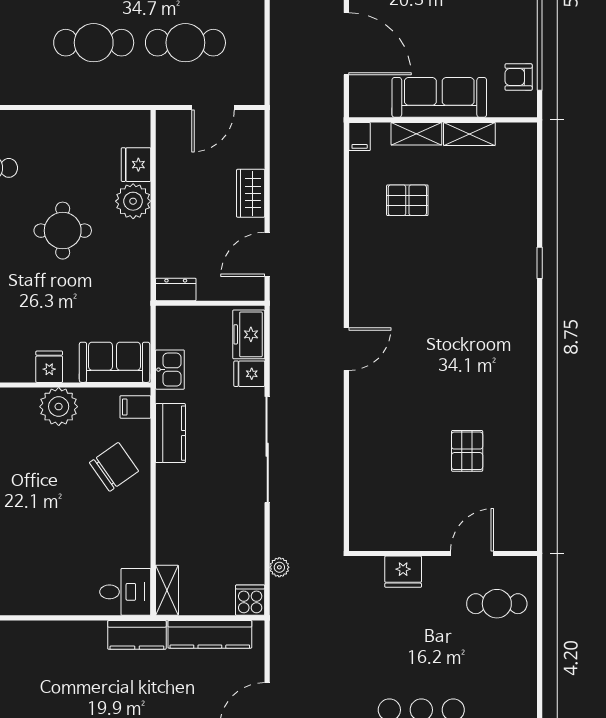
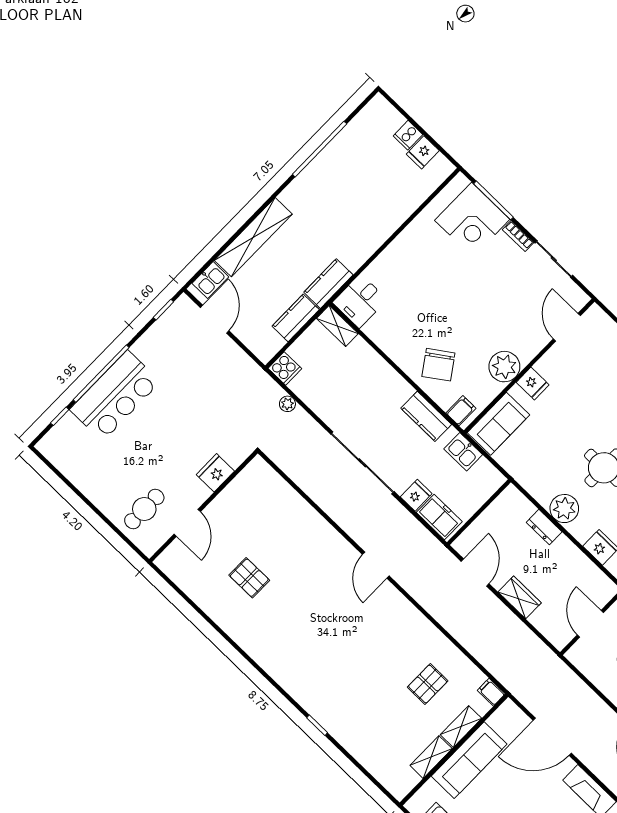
plant: (133, 201) -> (564, 509), moved
dresser: (176, 289) -> (544, 527), moved, turned 90
kitchen counter: (210, 634) -> (296, 318), width x0.67

